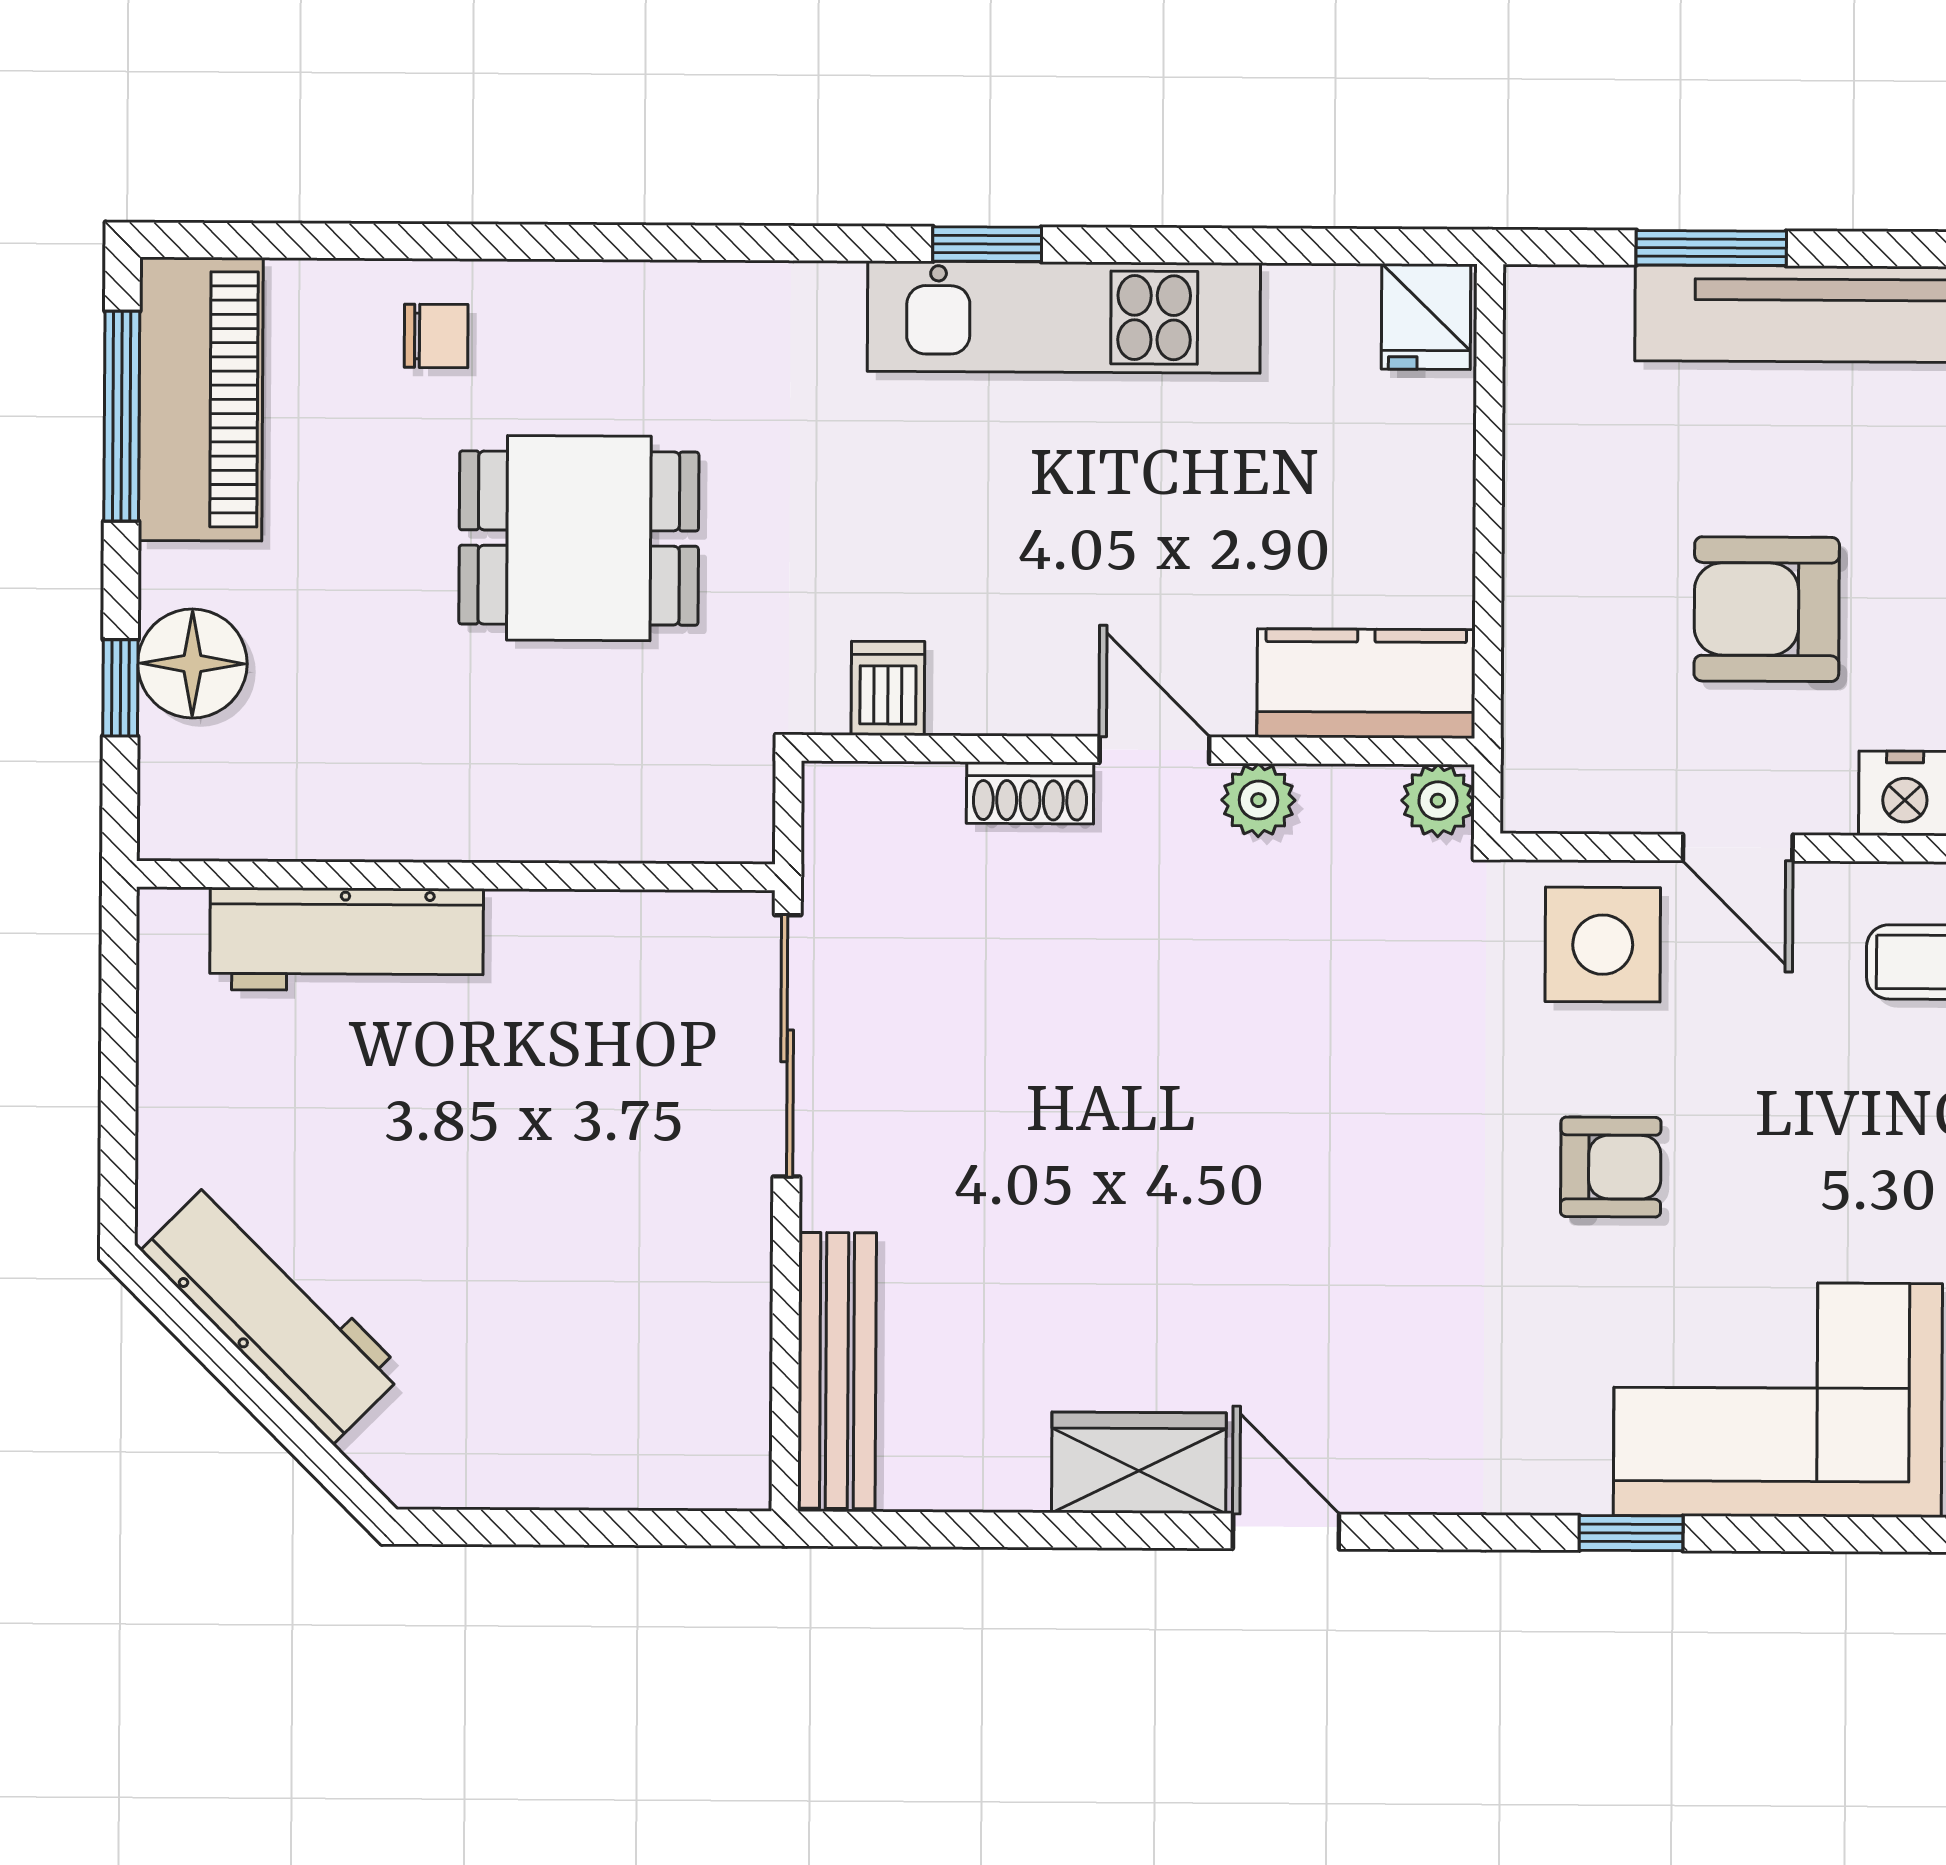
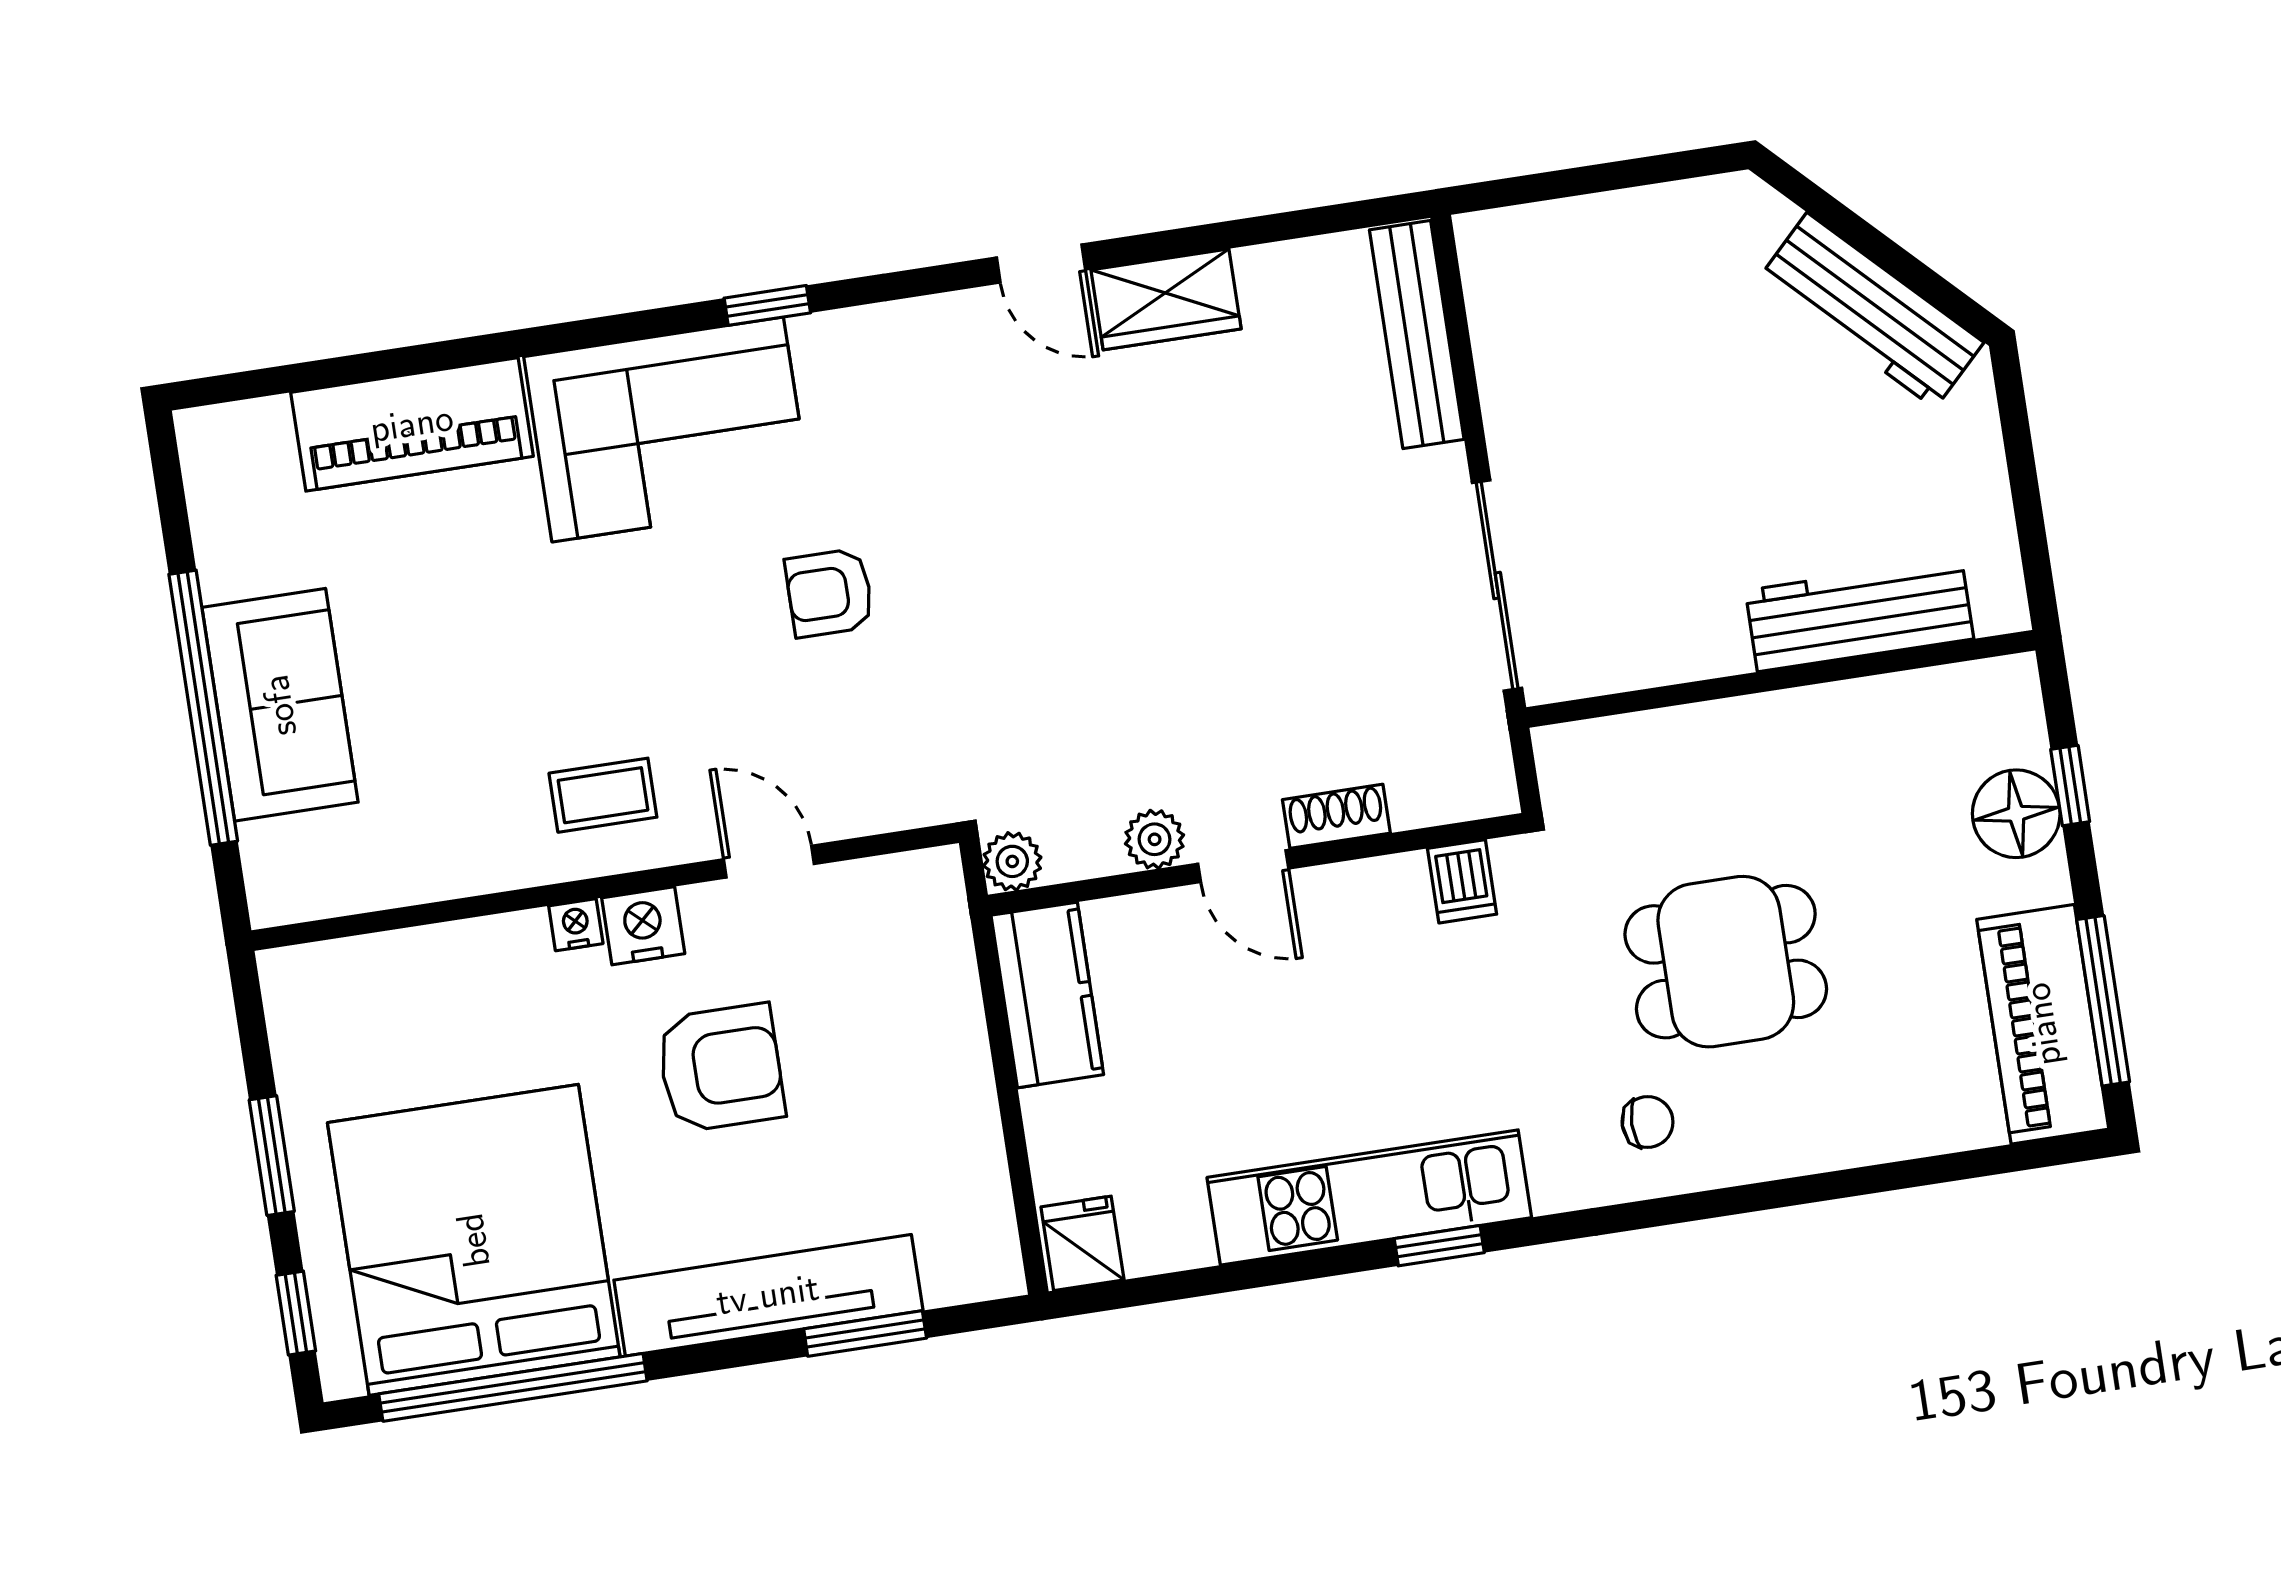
chair: (436, 336) -> (1648, 1122), moved, turned 180
armchair: (1767, 609) -> (721, 1068), moved
kitchen counter: (1366, 684) -> (1047, 995), moved, turned -90
side table: (1603, 945) -> (864, 768), removed

